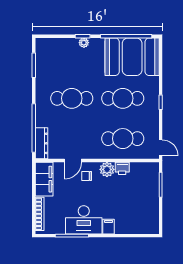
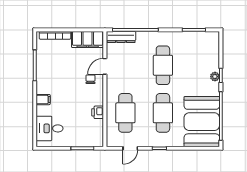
door: (161, 148) -> (130, 148), moved
door: (73, 161) -> (105, 66), hinge flipped
plant: (107, 169) -> (97, 98), removed
desk: (84, 220) -> (50, 128), moved, width x0.73

